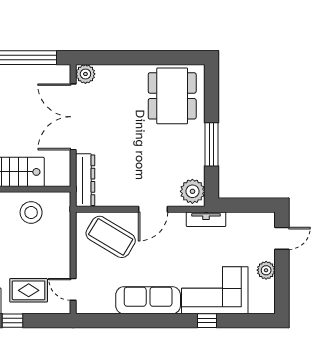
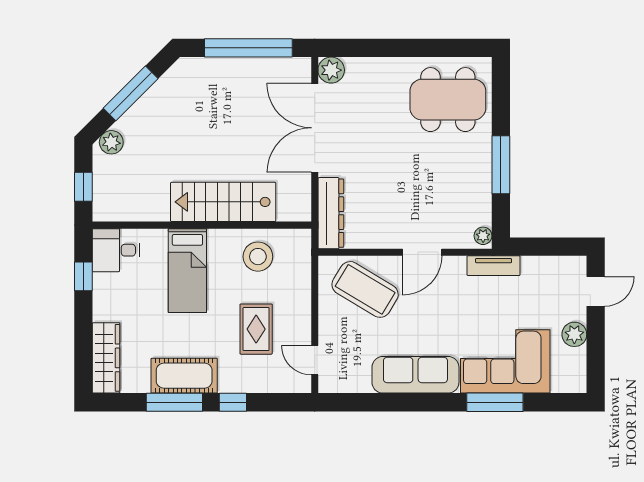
dining table: (172, 96) -> (448, 100), turned 90
plant: (192, 191) -> (483, 236), width x0.53, depth x0.53
rug: (29, 290) -> (256, 329), moved, turned 90
window: (207, 321) -> (495, 402), width x2.17

